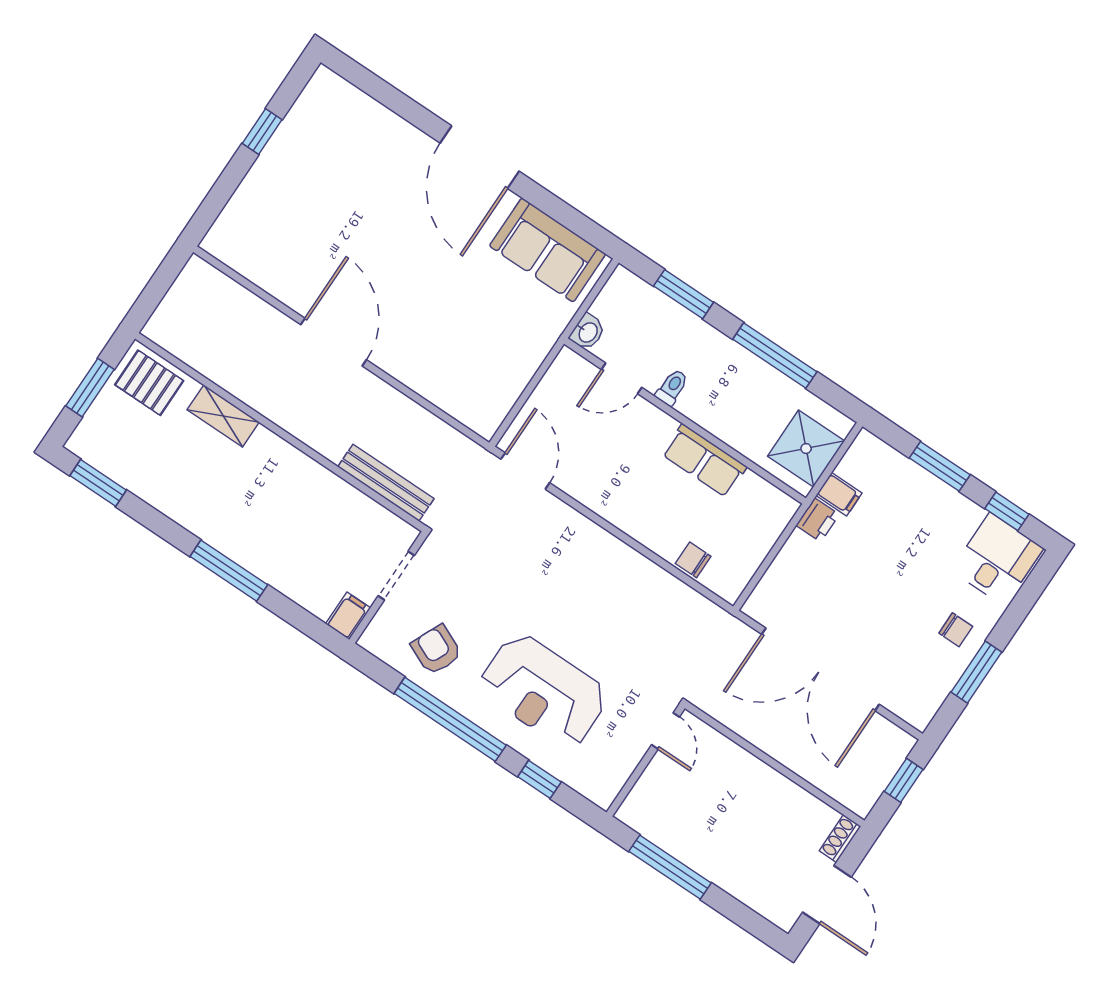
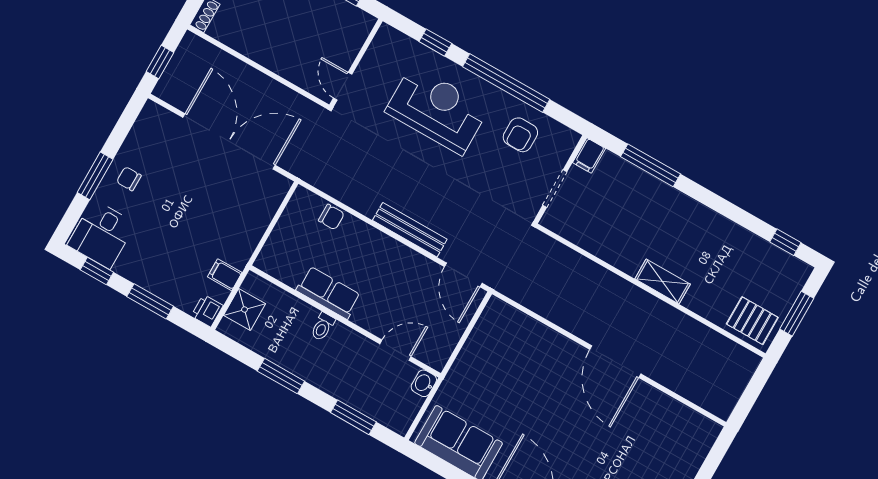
window: (775, 355) -> (281, 376), width x0.69
toilet: (672, 387) -> (323, 327), moved
shelving: (223, 416) -> (663, 281), moved
shower: (806, 449) -> (244, 310), width x0.73, depth x0.73
window: (98, 483) -> (785, 242), width x0.67
bench: (386, 483) -> (410, 230), moved
printer: (818, 520) -> (207, 311), moved
window: (229, 571) -> (651, 165), moved
armchair: (436, 650) -> (520, 135), turned 66
window: (976, 672) -> (95, 176), moved

